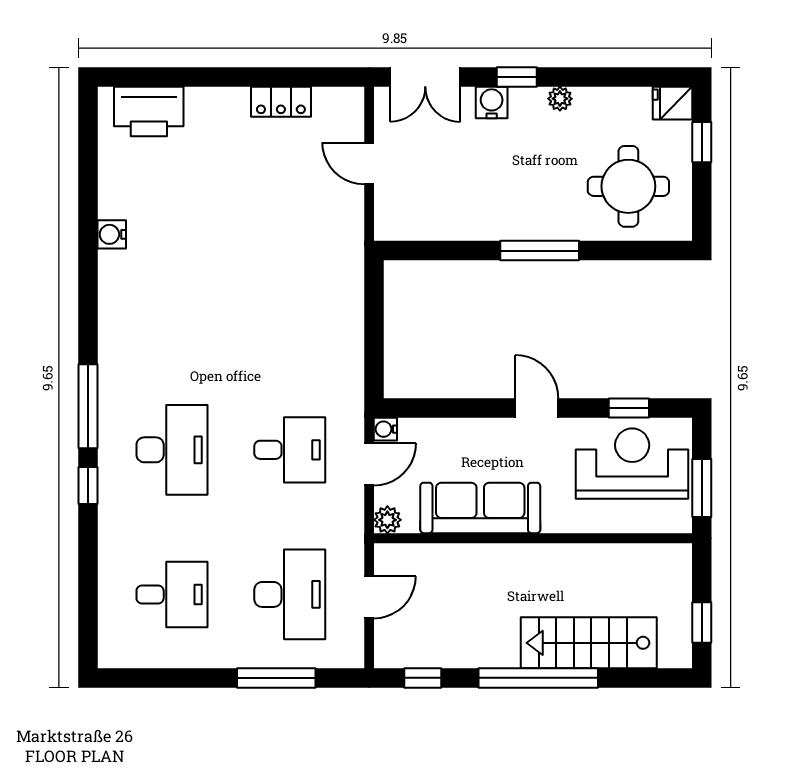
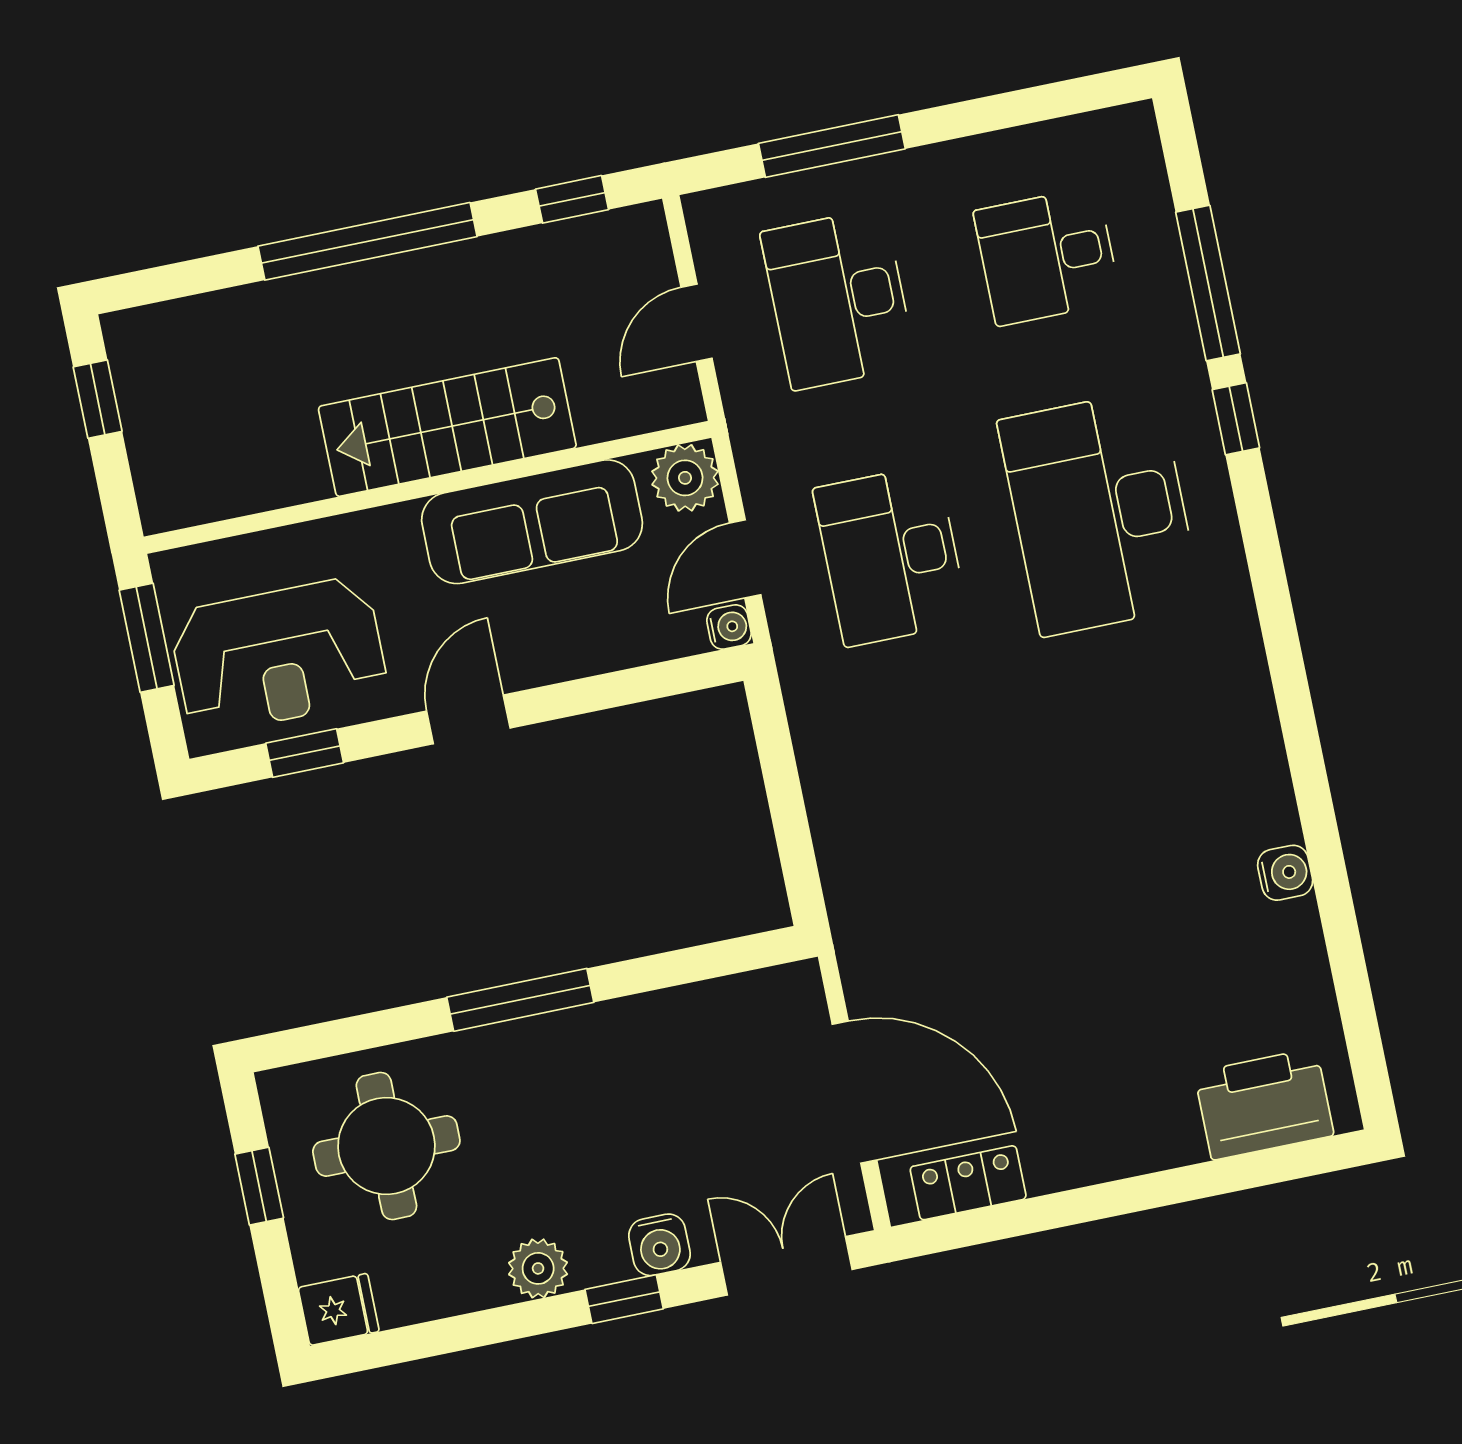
plant: (560, 99) -> (538, 1268), width x1.38, depth x1.38
locker: (281, 102) -> (968, 1183), moved
window: (702, 142) -> (259, 1186), moved
door: (369, 164) -> (854, 1092), width x1.87
window: (88, 406) -> (1208, 283), moved
door: (537, 408) -> (468, 719), swing flipped
desk: (172, 450) -> (1100, 513), width x1.36, depth x1.30
desk: (290, 450) -> (891, 556), width x1.37
plant: (387, 520) -> (685, 478), width x1.38, depth x1.38
stairs: (589, 643) -> (447, 427), moved, turned 180

